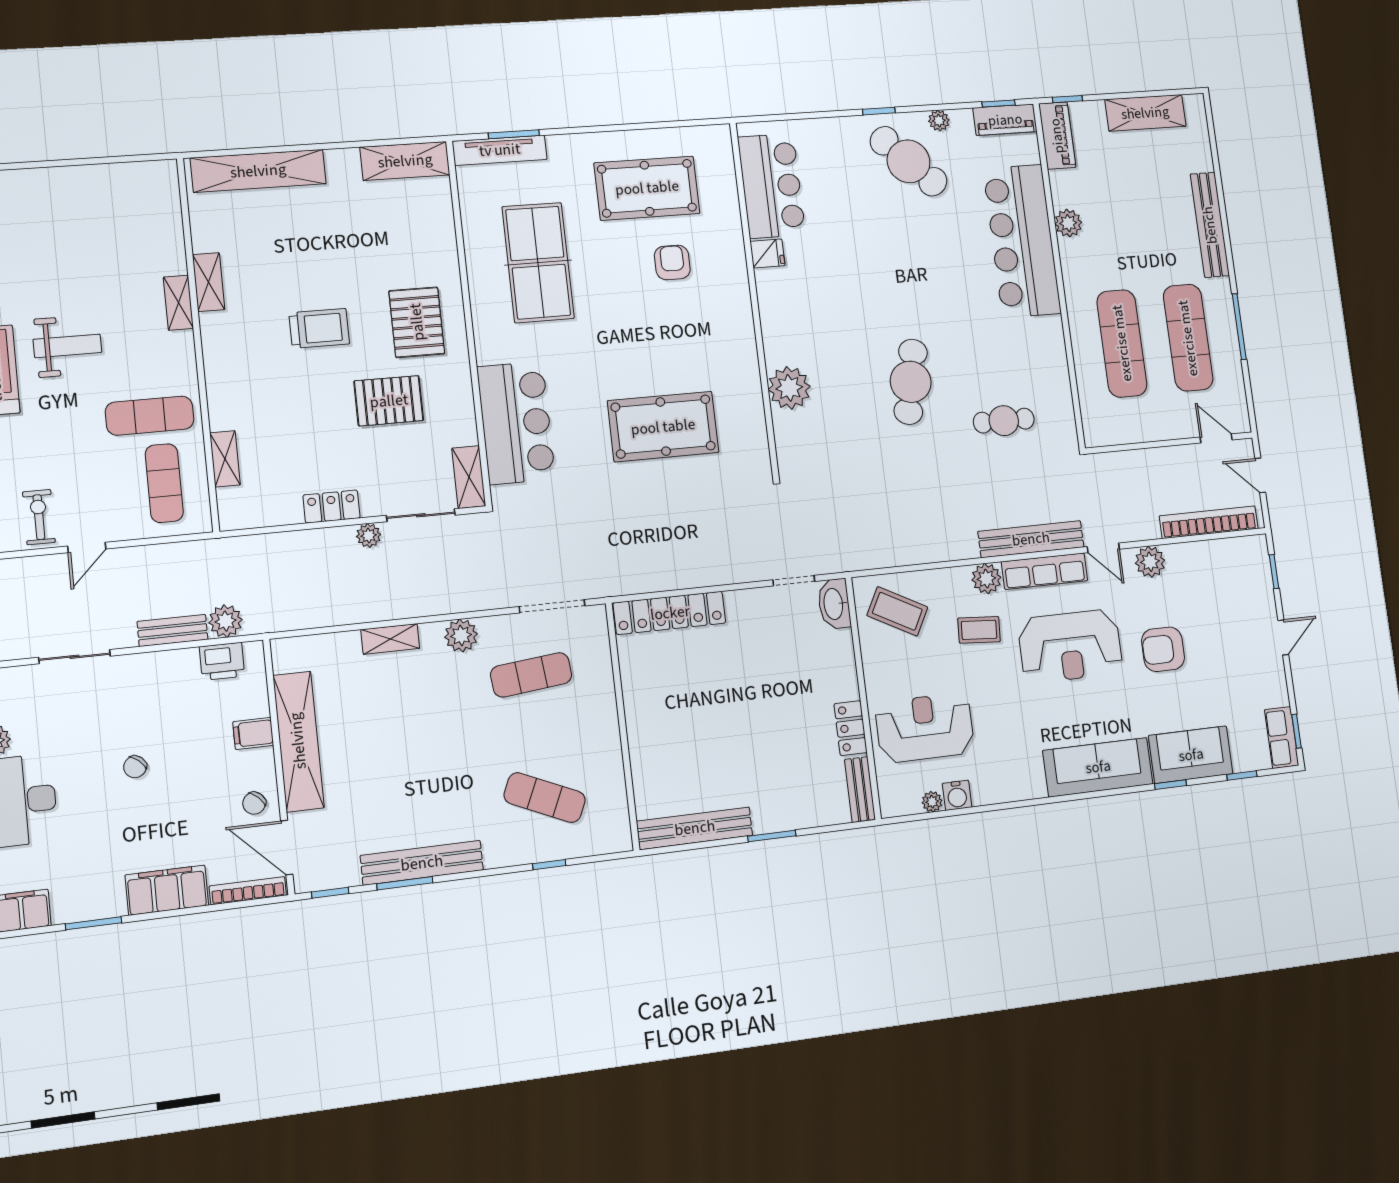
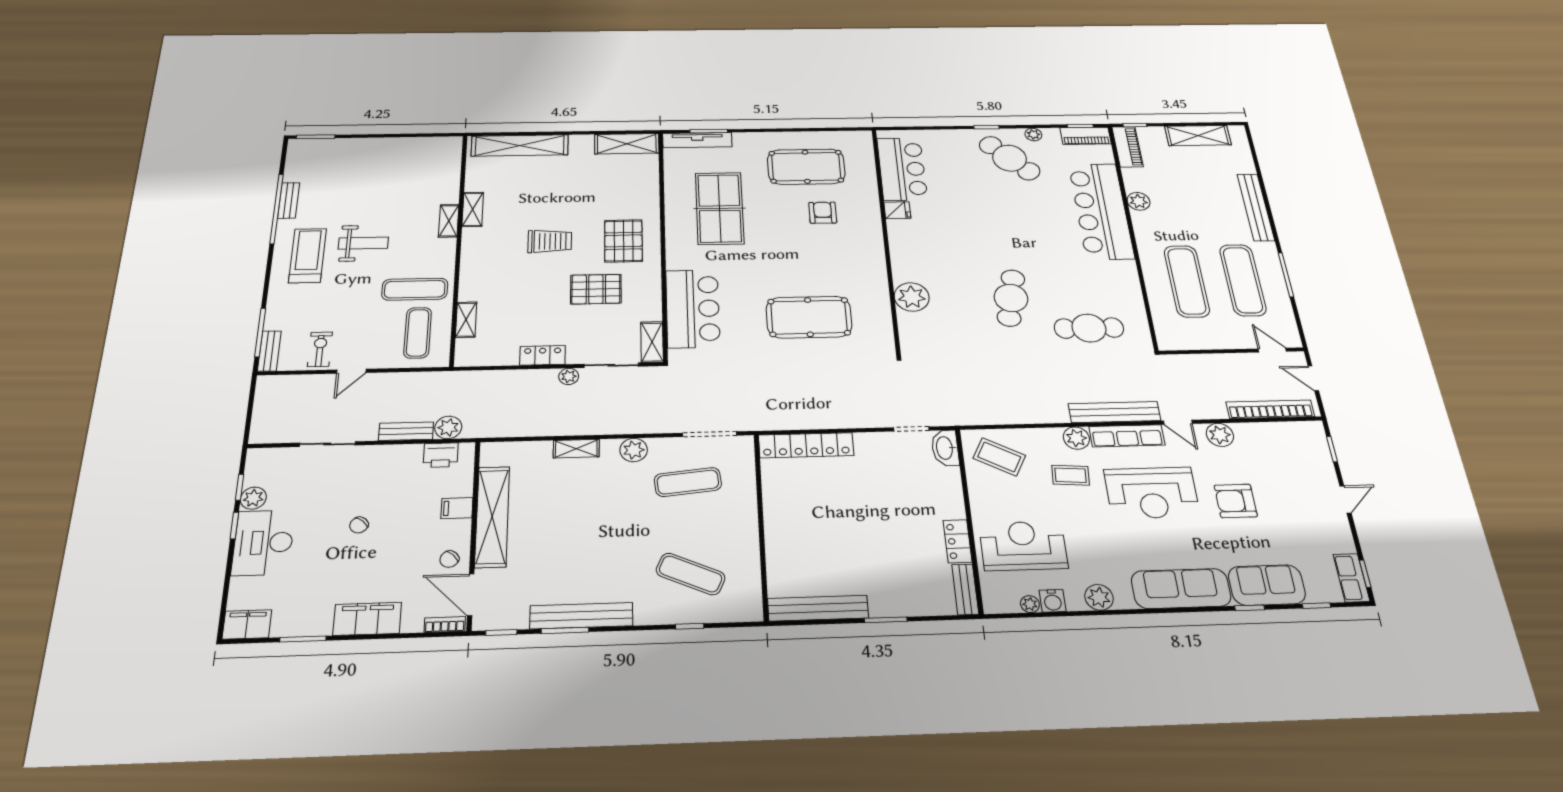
cafe table: (1004, 421) -> (1089, 328), width x1.37, depth x1.35
plant: (1008, 786) -> (1099, 597), added
bookcase: (248, 891) -> (445, 625), width x0.64

